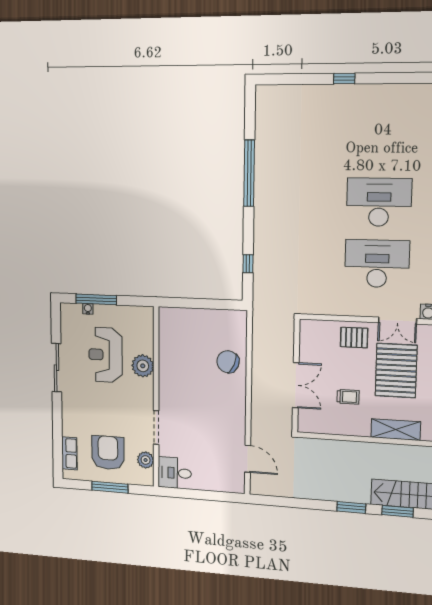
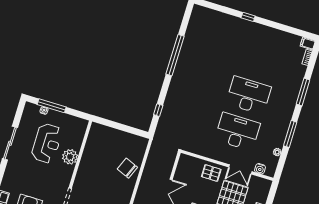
reception desk: (105, 355) -> (47, 143), turned 180

